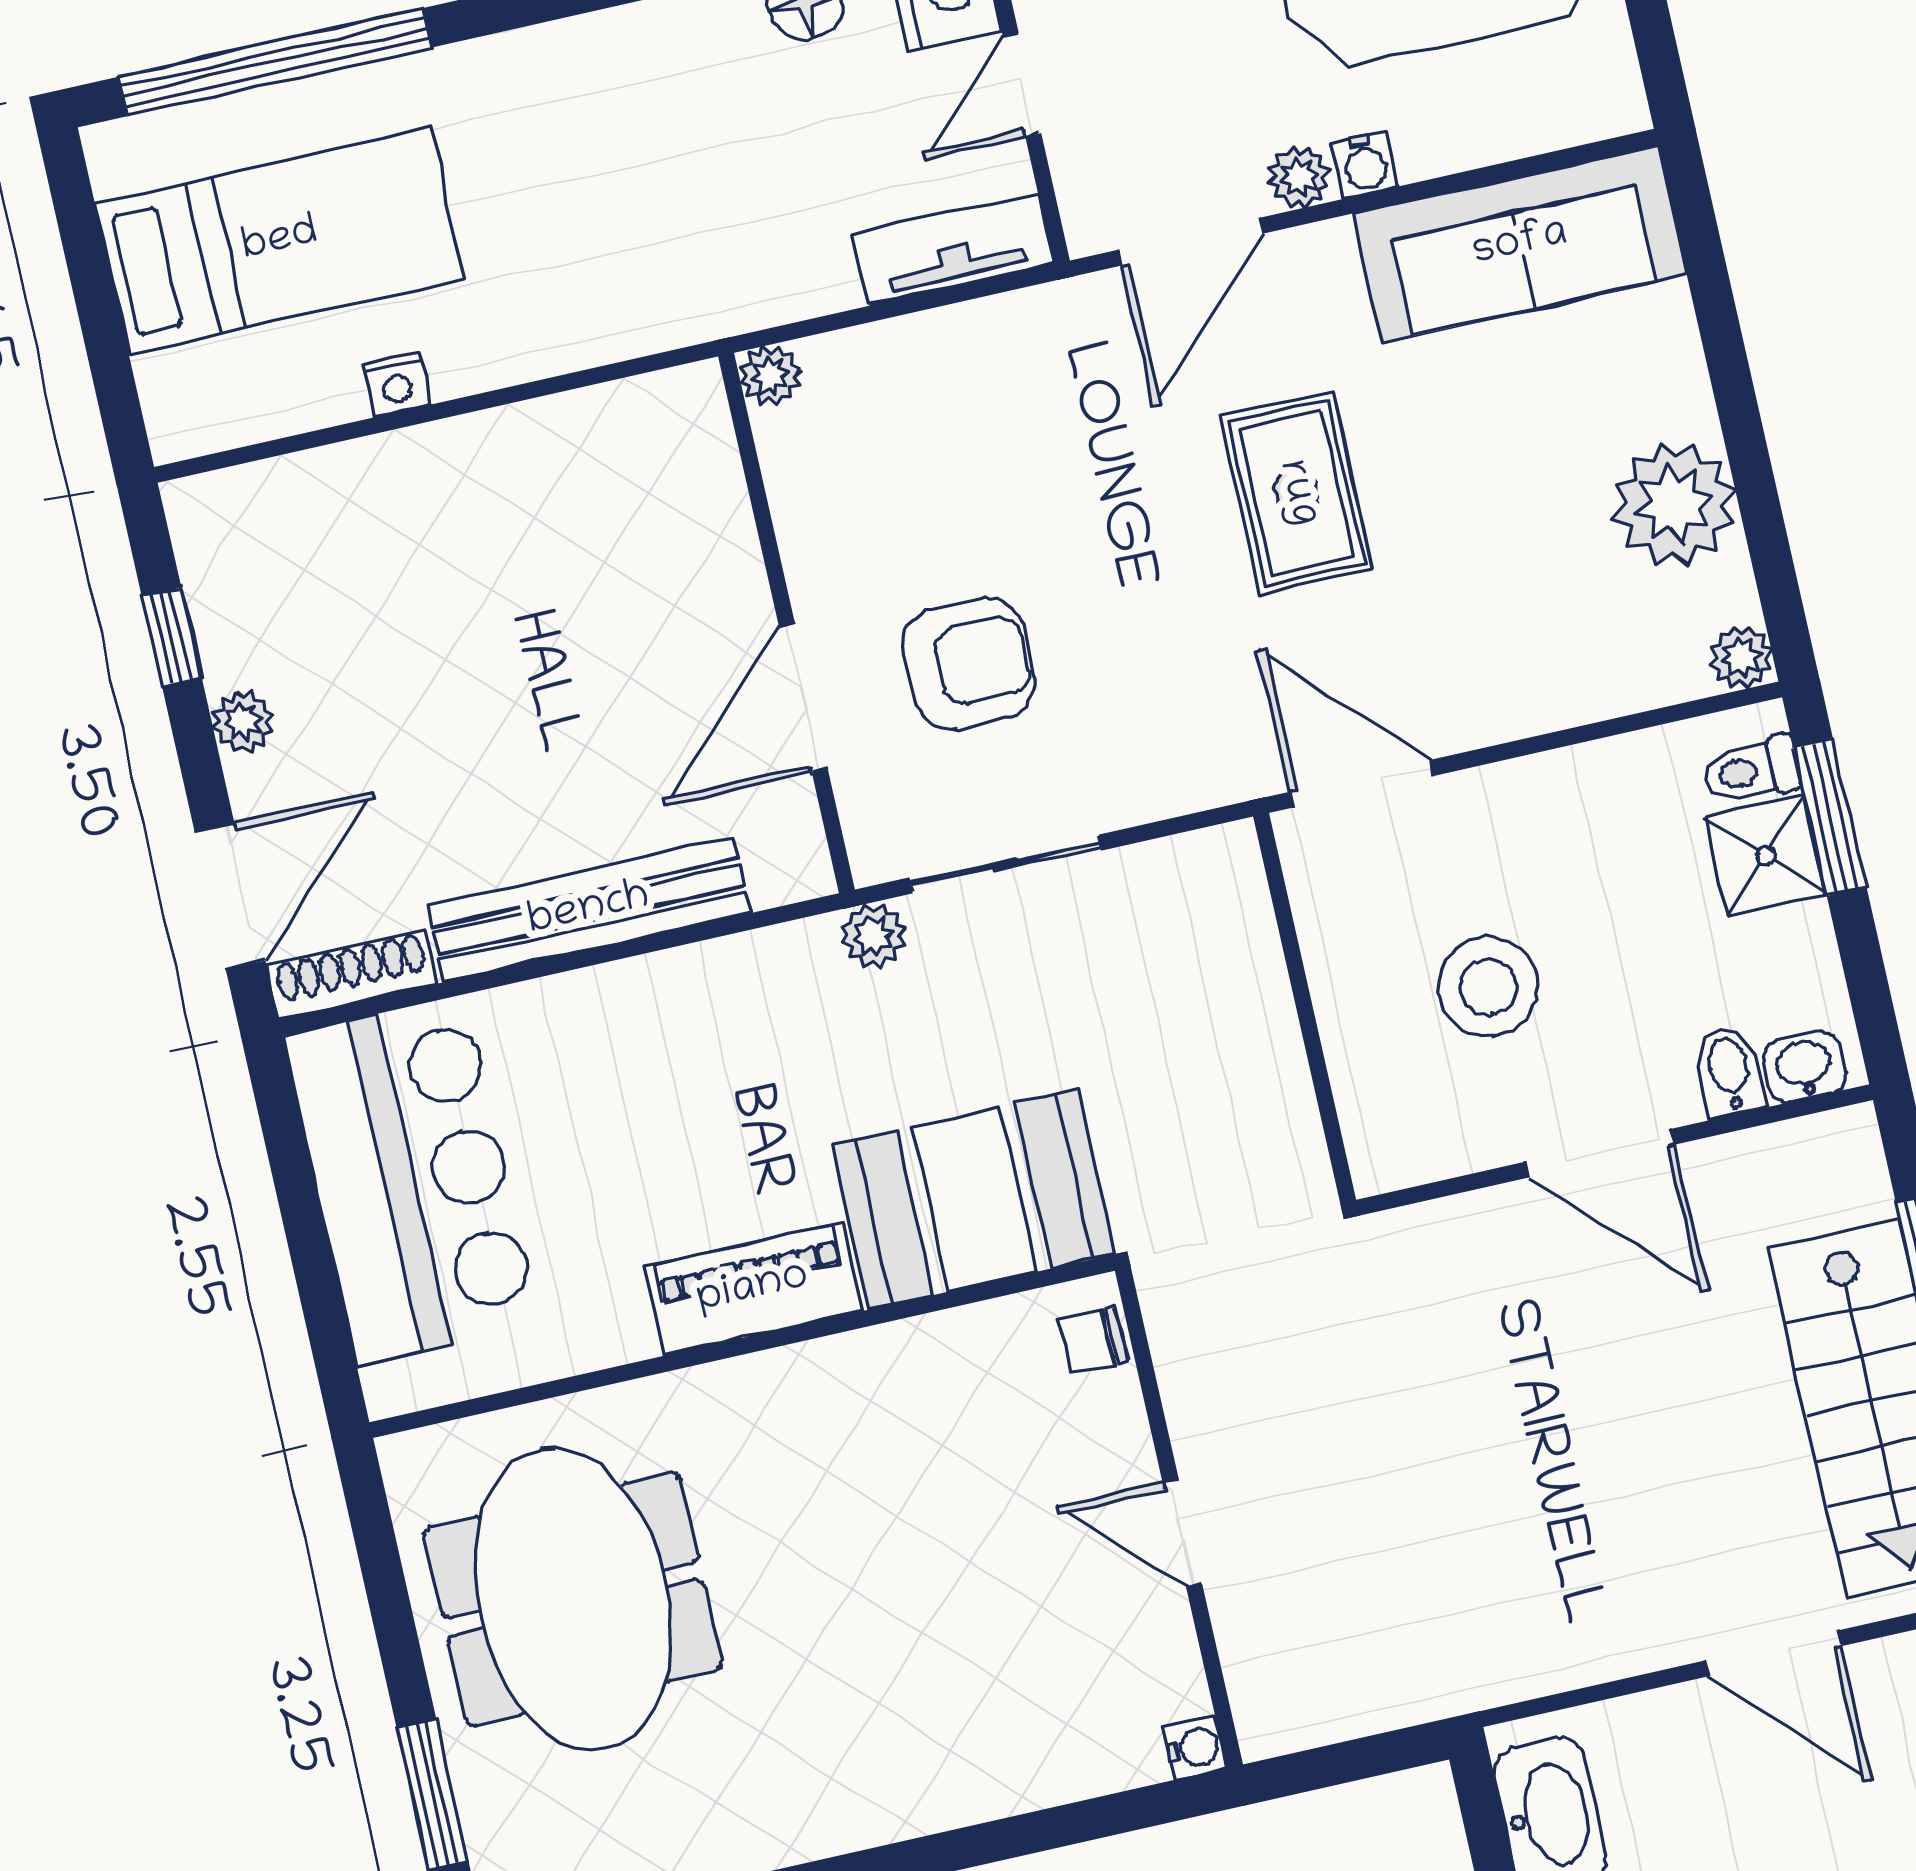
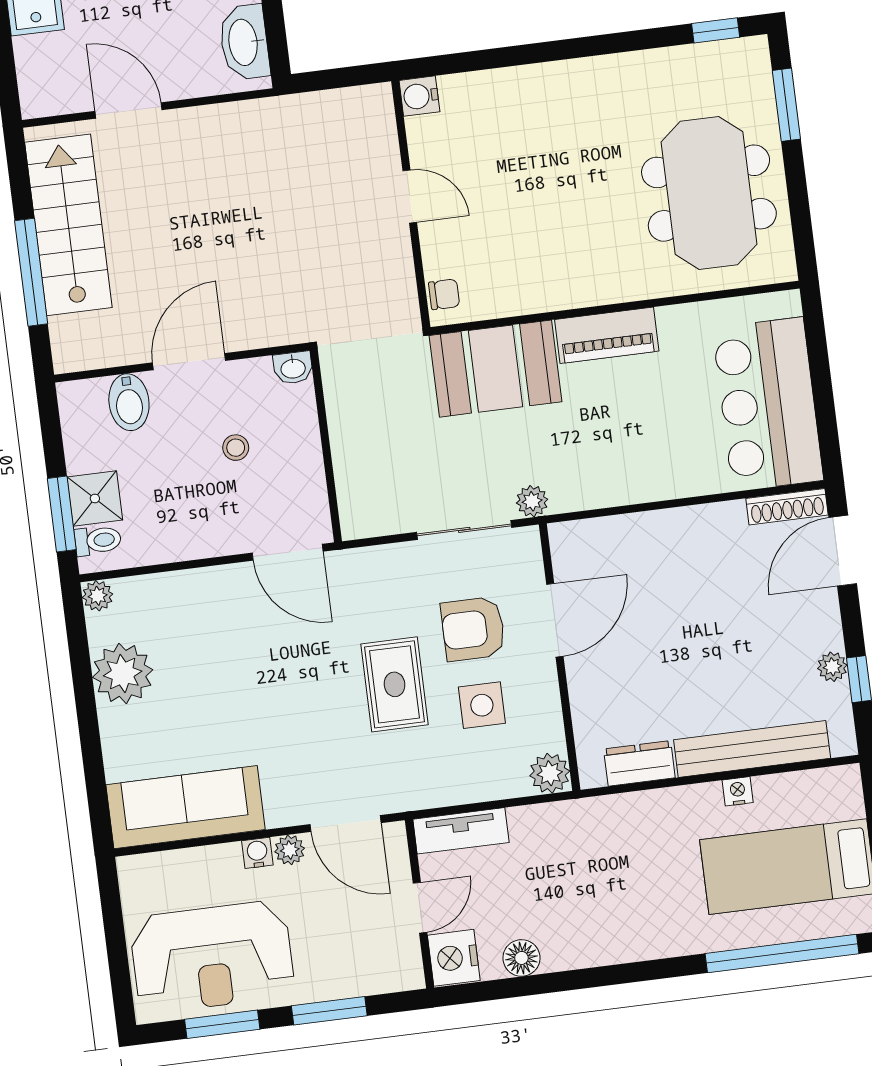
door: (1190, 242) -> (346, 824), swing flipped
plant: (770, 376) -> (550, 773), width x1.38, depth x1.38
dresser: (603, 422) -> (639, 763), added
rug: (1297, 493) -> (395, 684), moved
side table: (935, 510) -> (482, 705), added
plant: (243, 721) -> (832, 667), moved
bench: (589, 910) -> (752, 749), moved
stool: (1488, 987) -> (236, 448), width x0.53, depth x0.53
washbasin: (1805, 1067) -> (293, 368), moved
bidet: (1729, 1071) -> (129, 402), width x1.38, depth x1.36
door: (1600, 1153) -> (189, 362), hinge flipped
water cooler: (1195, 1748) -> (419, 96), width x1.38, depth x1.38

